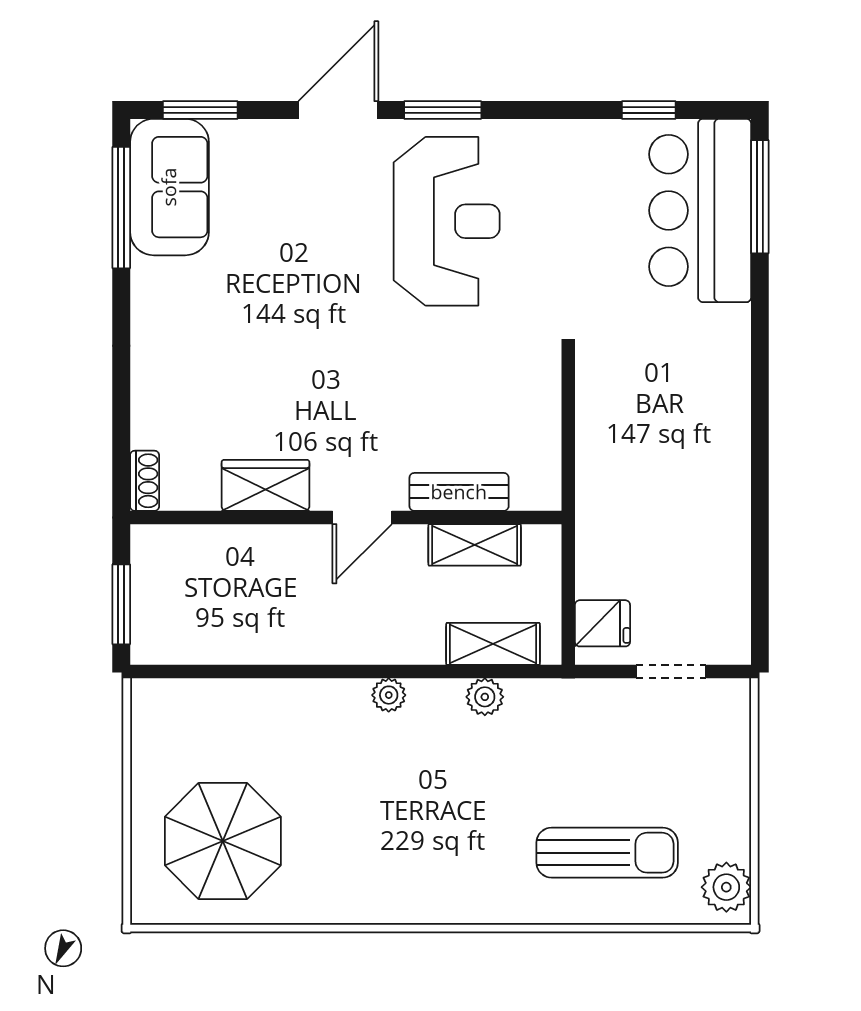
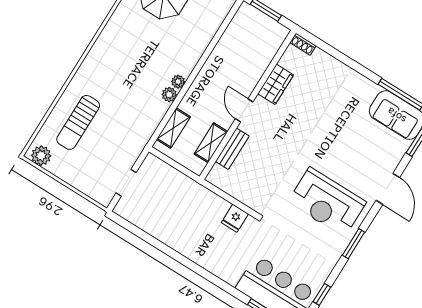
window: (443, 110) -> (353, 244), moved
fridge: (602, 623) -> (235, 218), moved
plant: (485, 697) -> (169, 95), moved

